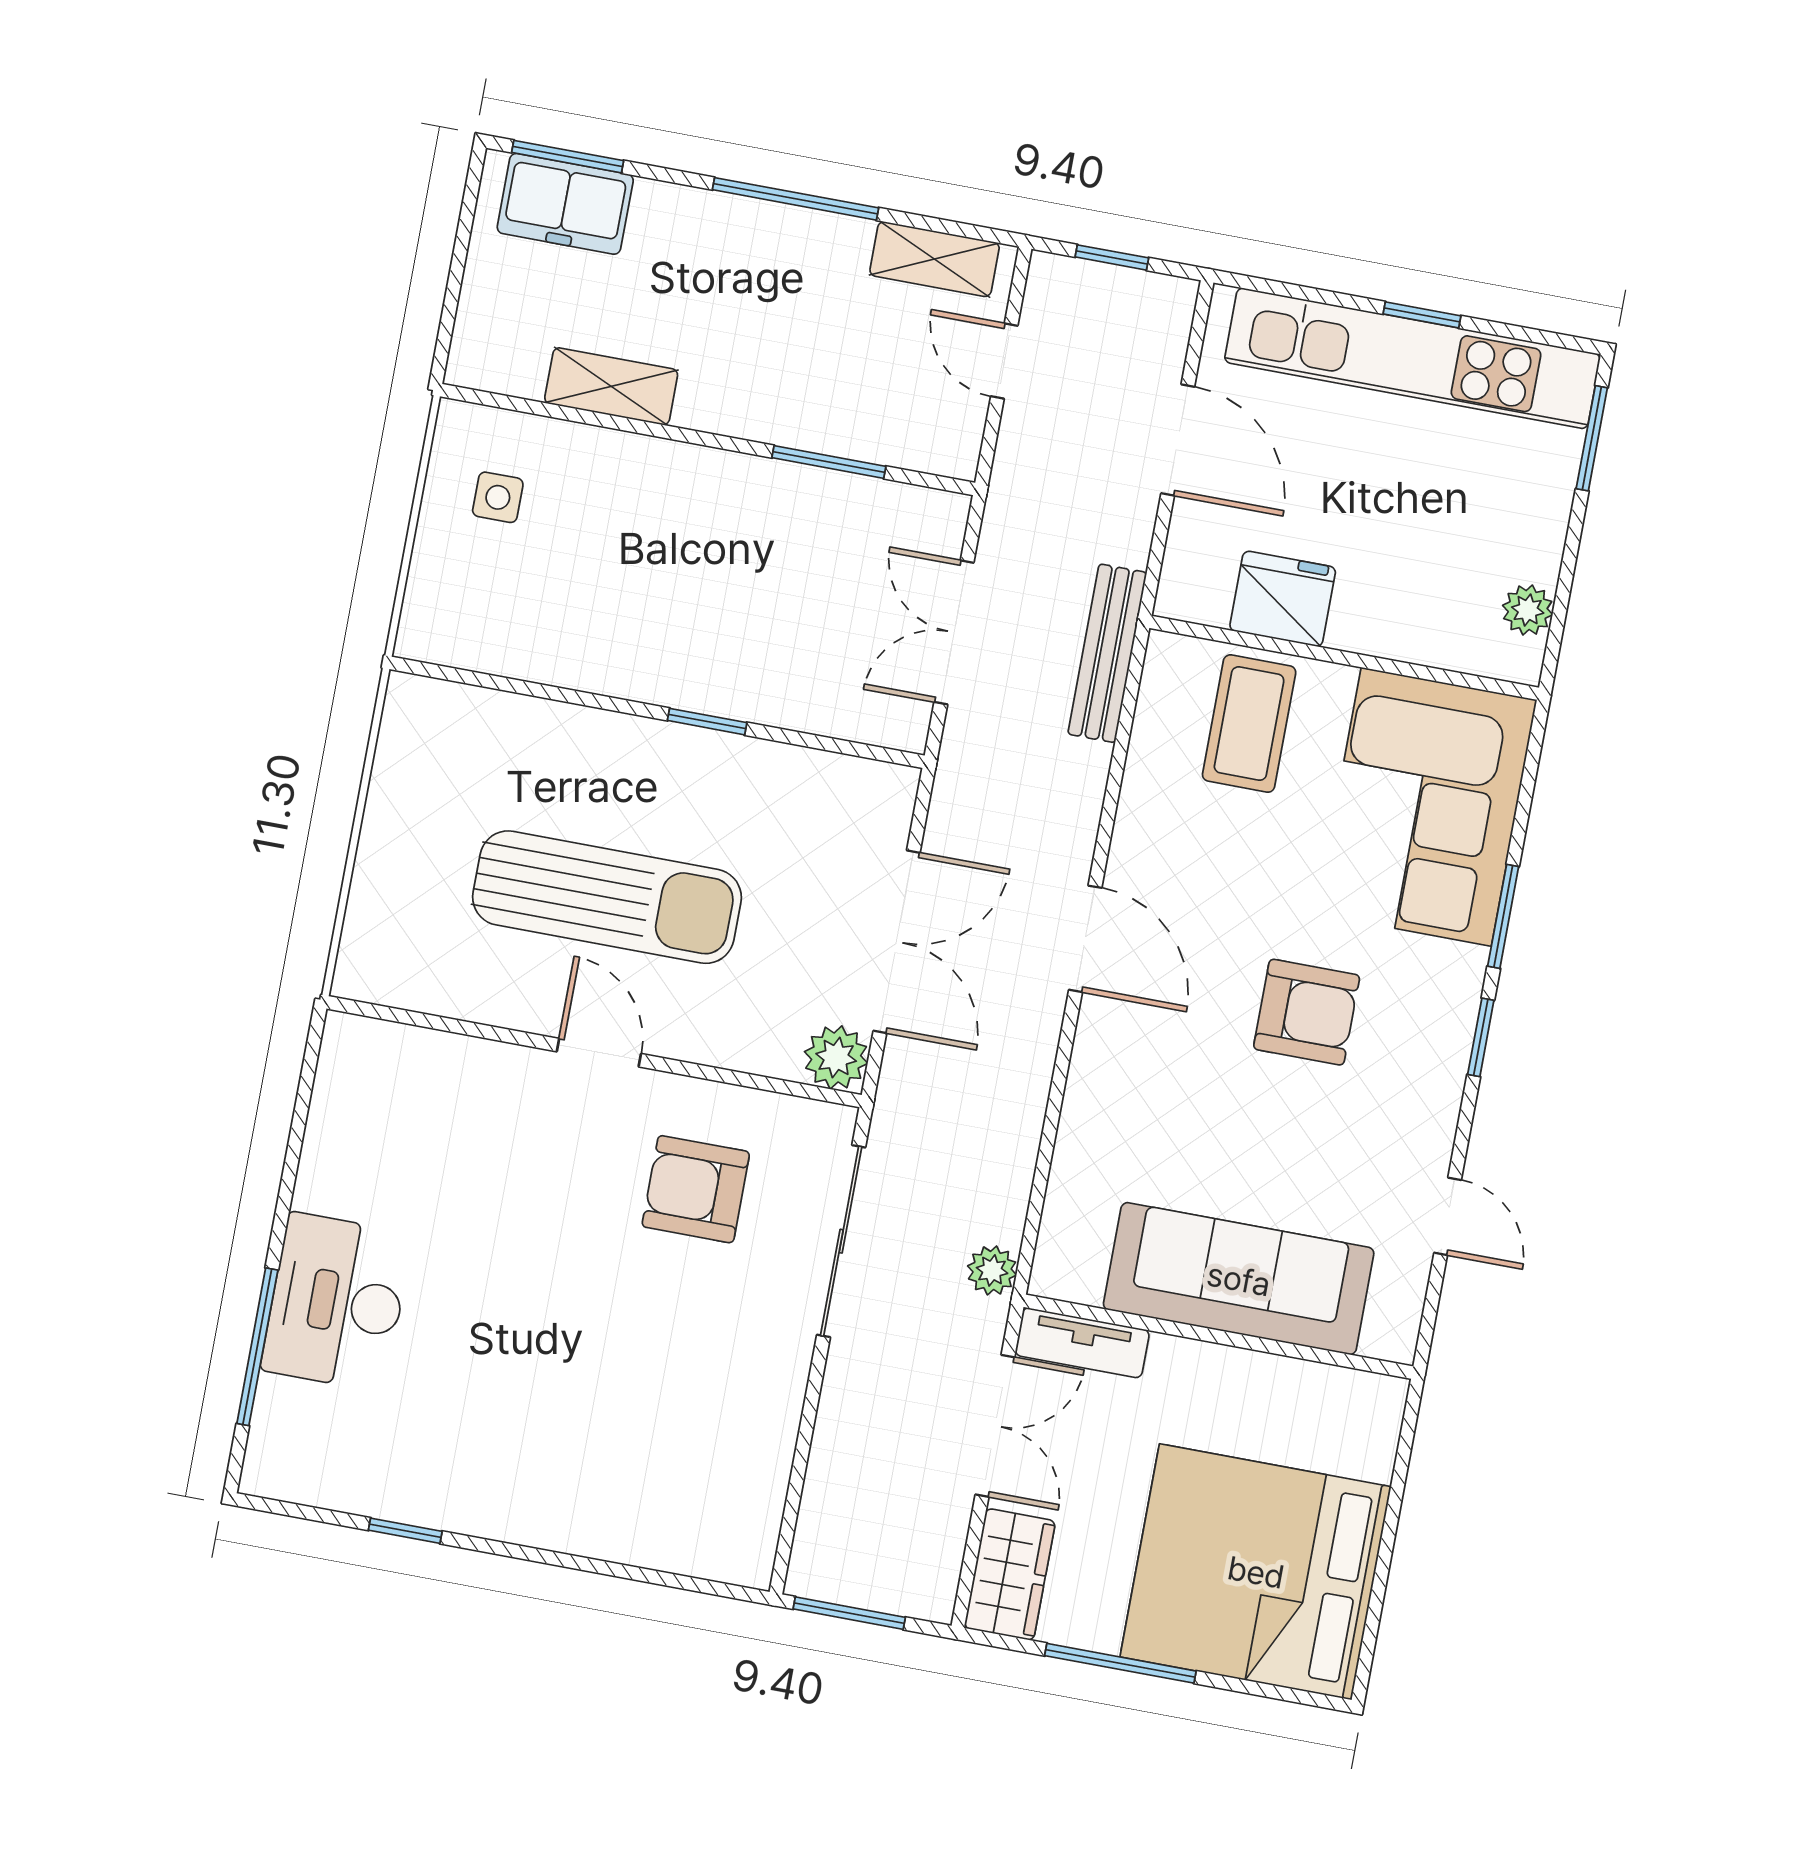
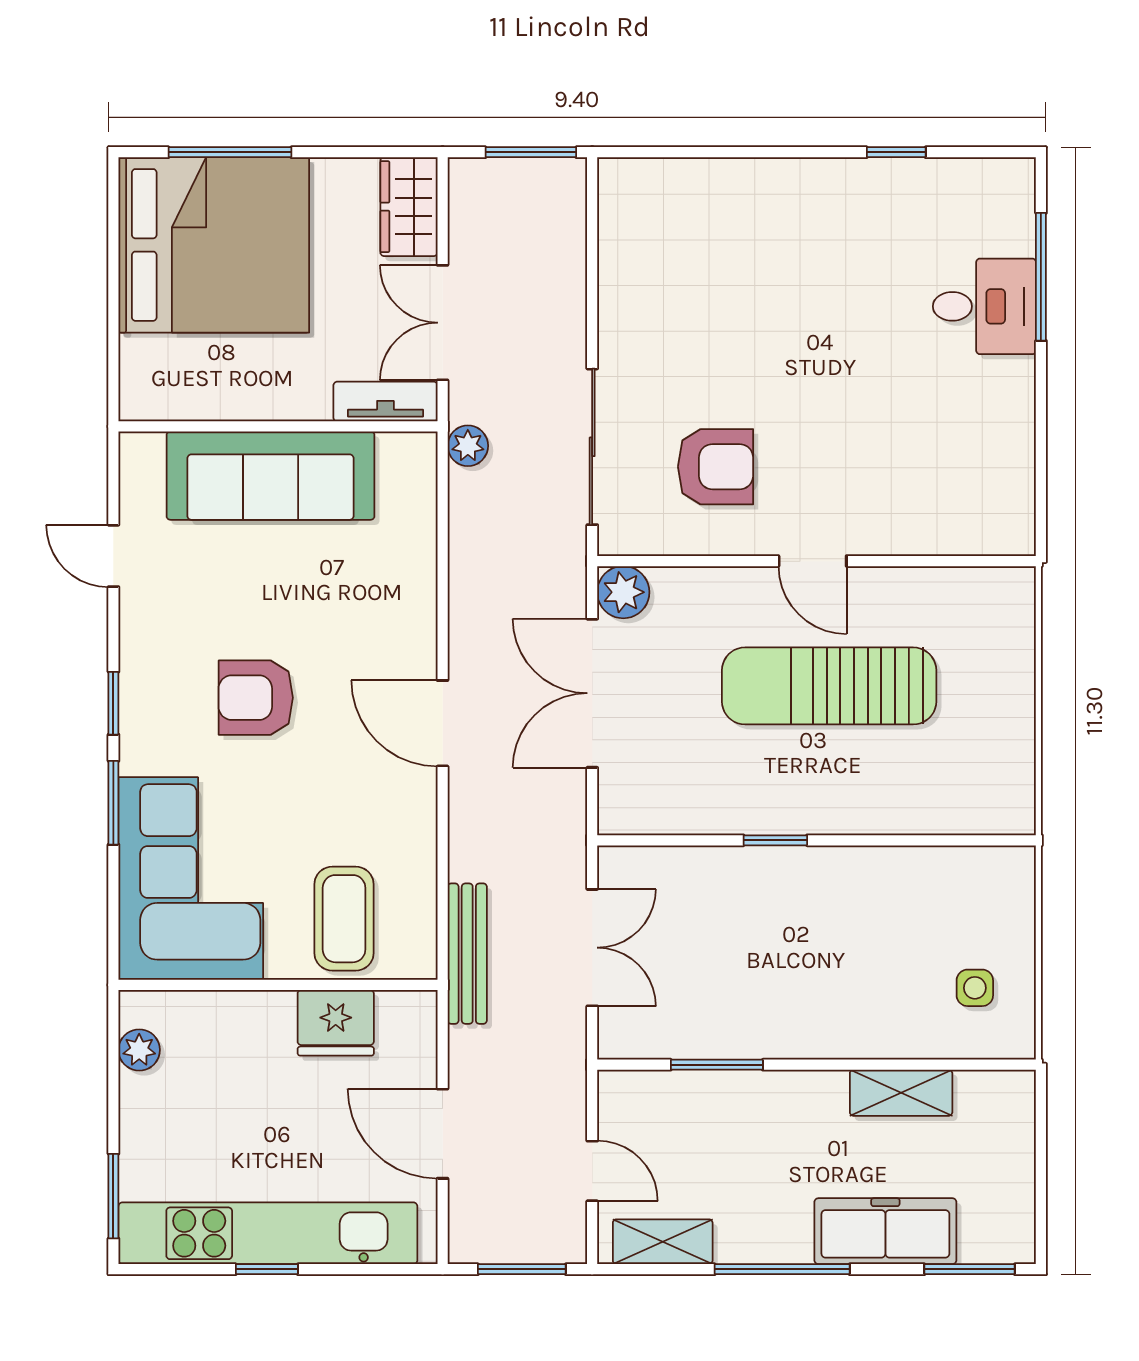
freezer: (565, 204) -> (885, 1231), moved, width x1.40
window: (1112, 257) -> (522, 1269), width x1.50
desk: (337, 1302) -> (984, 306), width x0.73
window: (1120, 1663) -> (230, 152), moved

